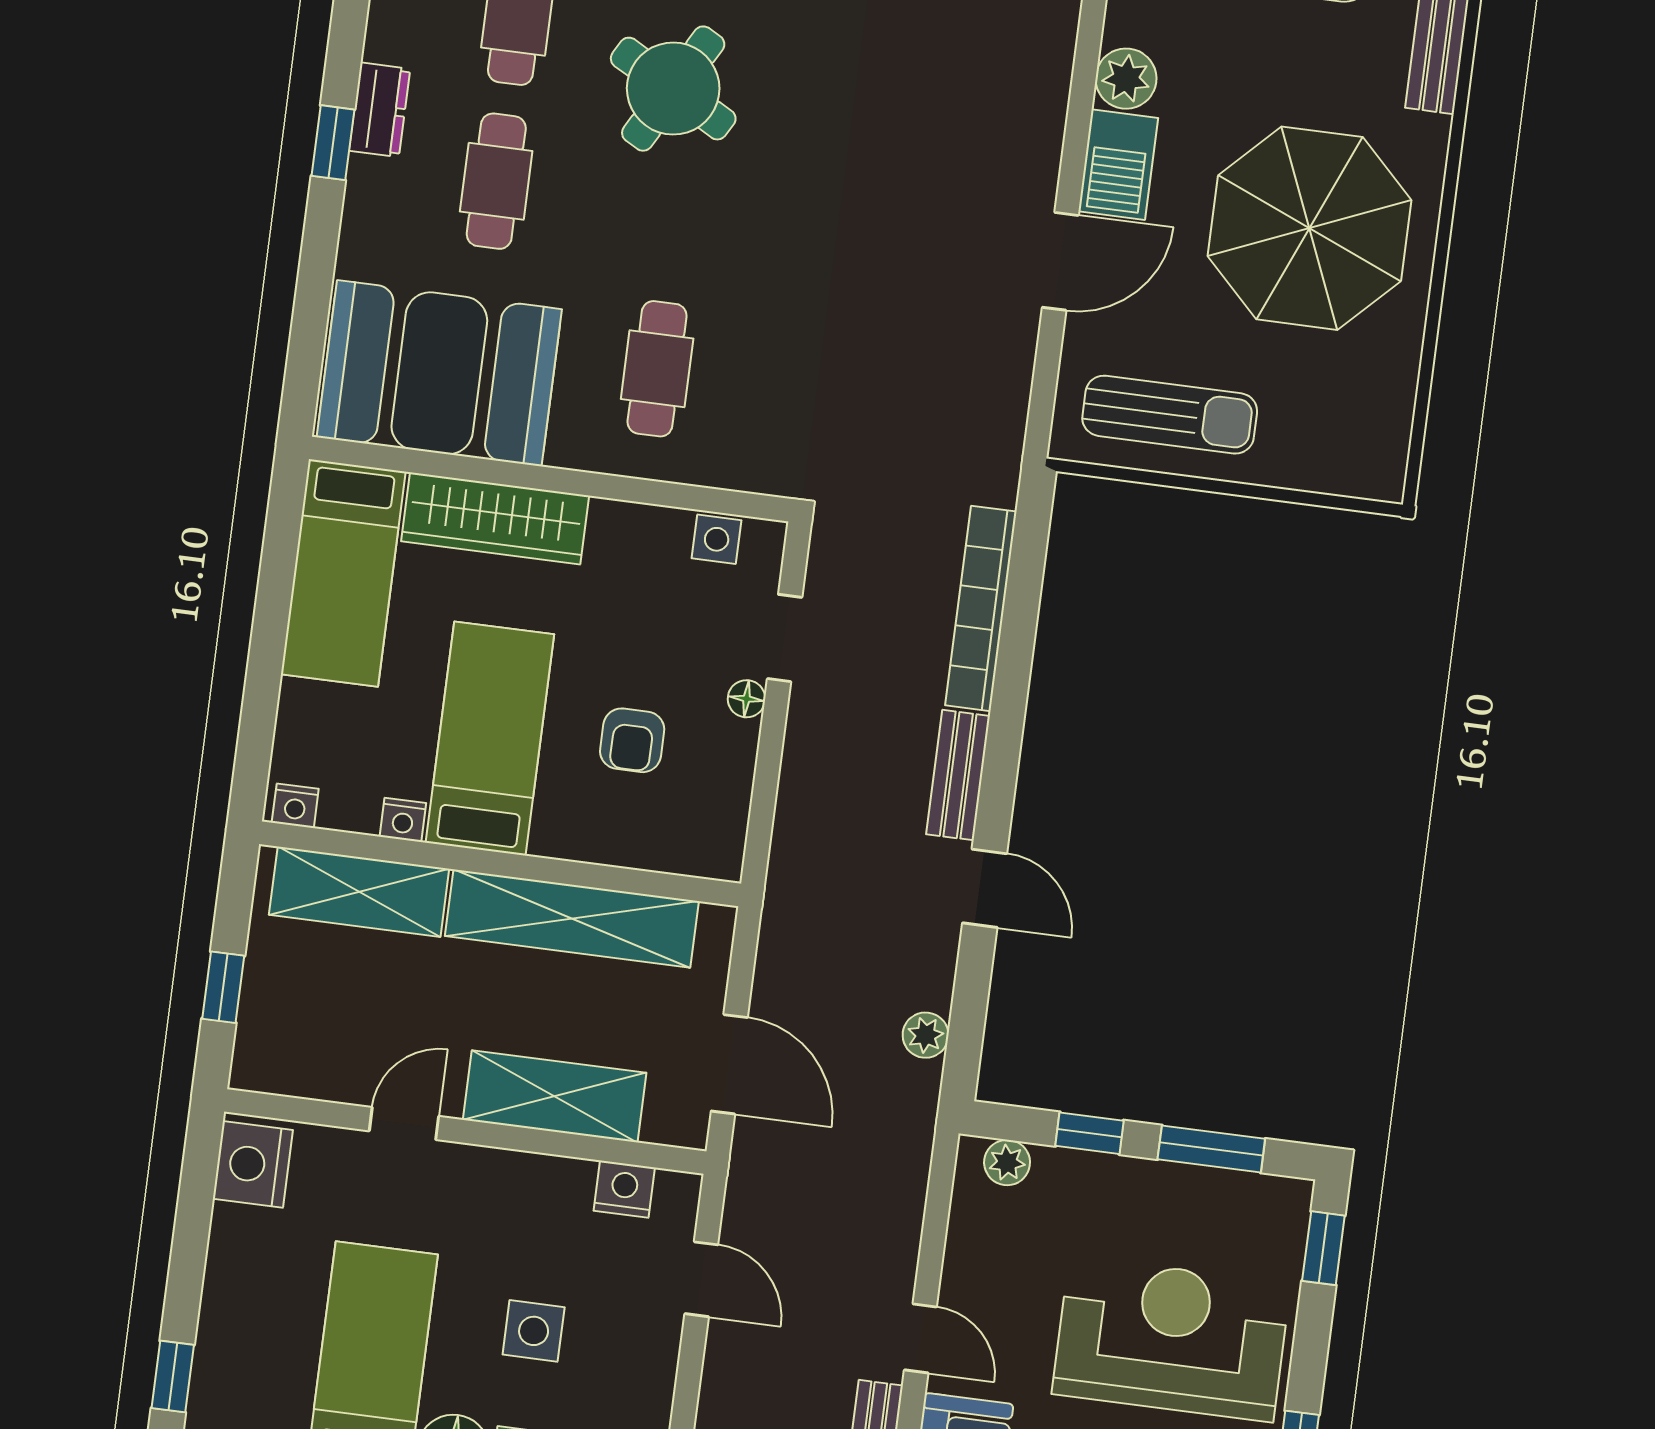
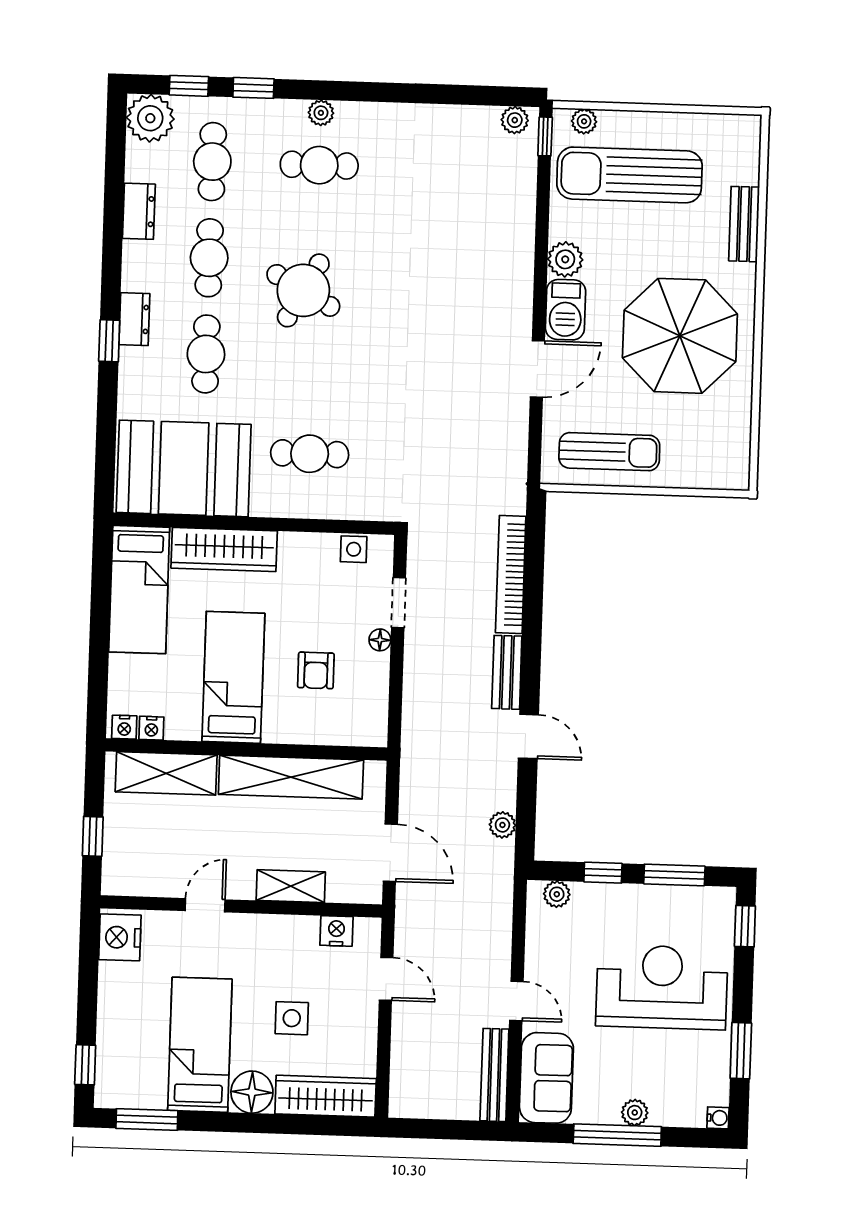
cafe table: (657, 369) -> (310, 454), turned 90
nightstand: (403, 820) -> (151, 728), moved
shelving: (555, 1096) -> (291, 886), width x0.67, depth x0.75

